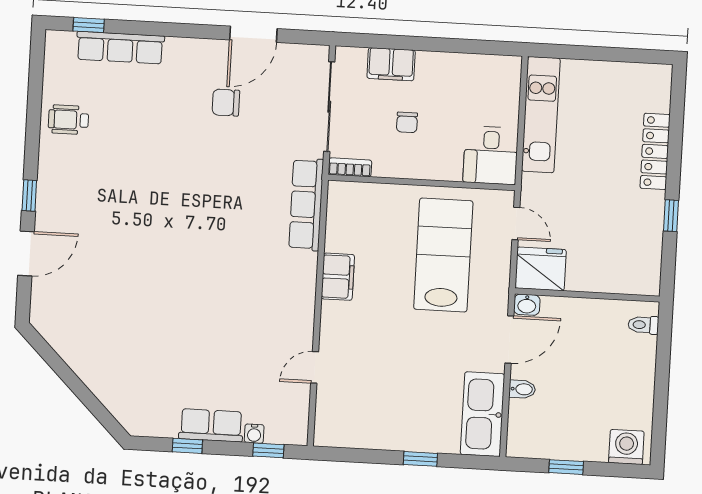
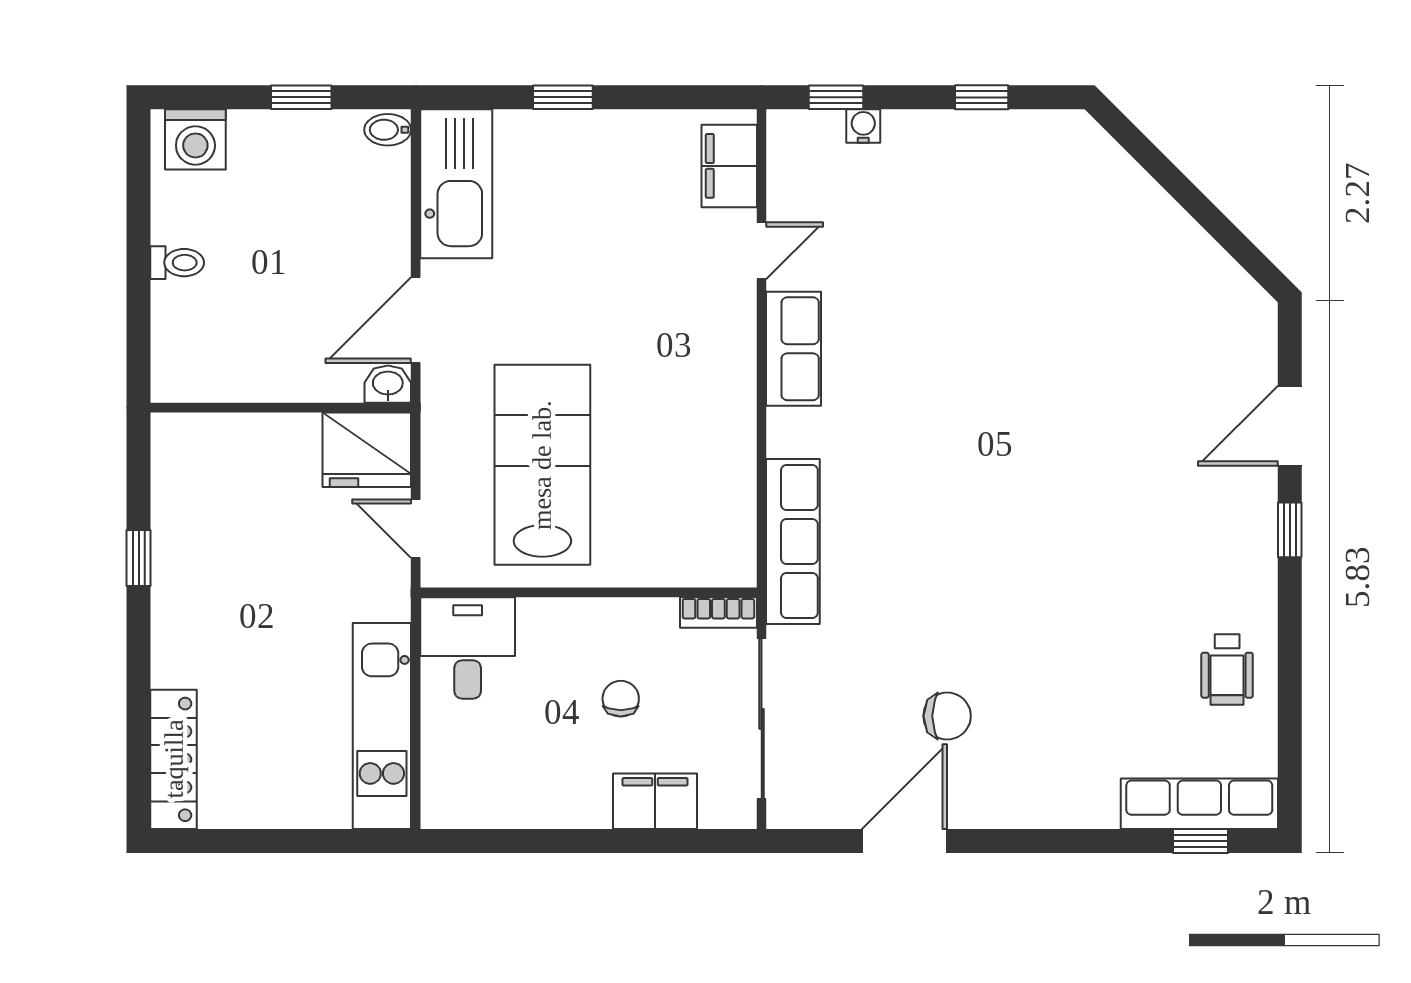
row of seats: (120, 48) -> (1199, 804), moved
wheelchair: (68, 120) -> (1227, 670), turned 90
locker: (655, 151) -> (174, 759), moved
lab bench: (443, 255) -> (542, 465), turned 180
filing cabinet: (338, 277) -> (729, 166), moved
toilet: (643, 325) -> (177, 263), moved
bidet: (522, 389) -> (388, 130), moved
row of seats: (211, 425) -> (794, 349), moved, turned -90

